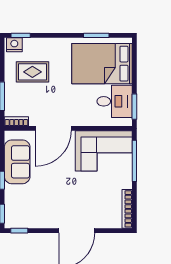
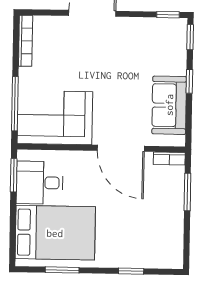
window: (21, 35) -> (131, 271), moved
nightstand: (14, 45) -> (170, 260), removed
rug: (32, 72) -> (147, 223), removed
door: (53, 128) -> (121, 148), swing flipped

